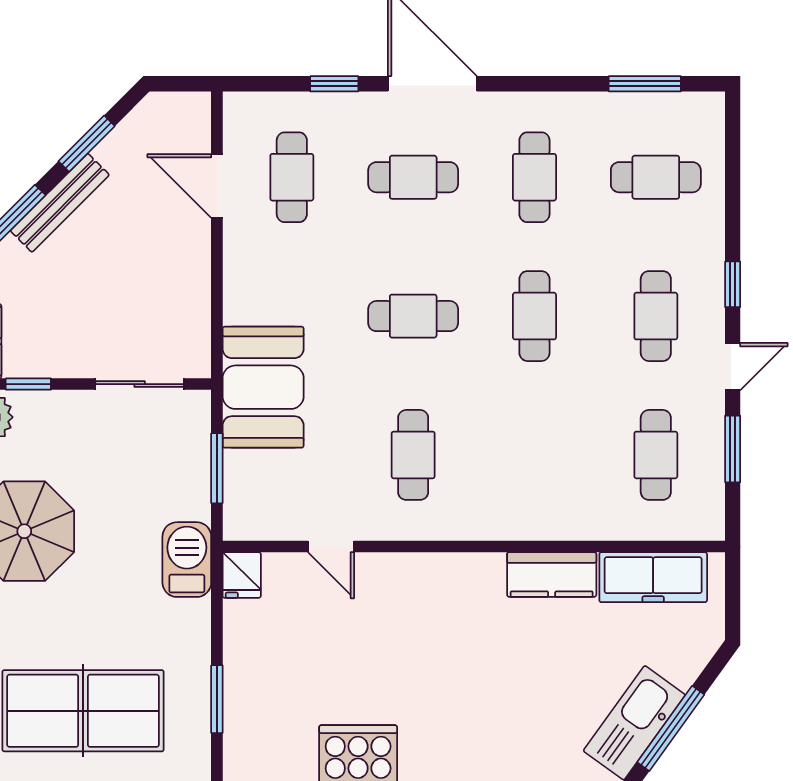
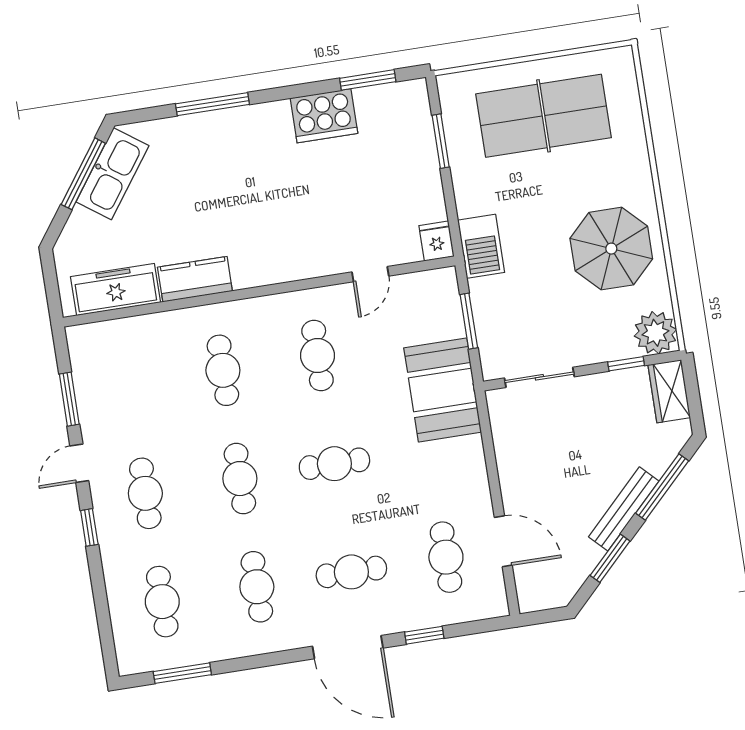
cafe table: (656, 177) -> (162, 602), turned 90
cafe table: (656, 455) -> (223, 370), moved
door: (331, 547) -> (370, 274), swing flipped

